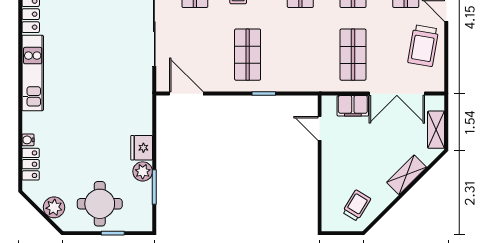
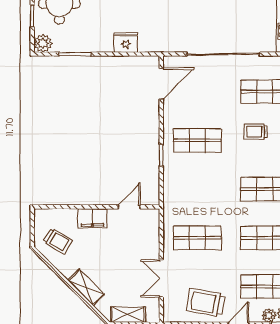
double door: (397, 94) -> (161, 278), width x0.73
filing cabinet: (353, 106) -> (92, 218), moved, turned -90
fridge: (142, 148) -> (126, 42), moved
plant: (143, 171) -> (43, 43), moved

